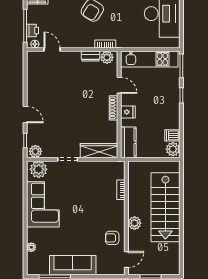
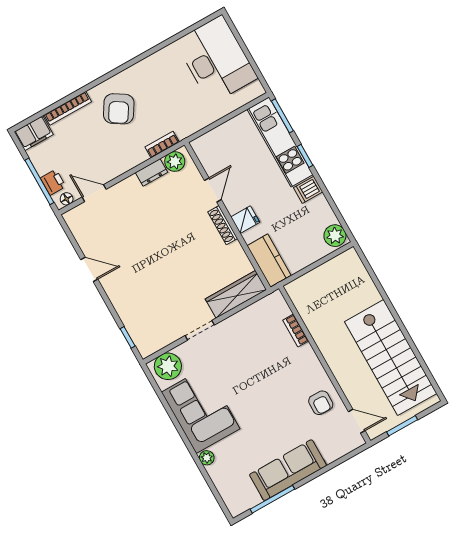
kitchen unit: (149, 59) -> (280, 142), moved, turned 90
door: (119, 85) -> (213, 190), hinge flipped
door: (25, 114) -> (89, 269), moved
dishwasher: (172, 135) -> (308, 190), moved
plant: (35, 151) -> (150, 344), removed
stairs: (165, 207) -> (391, 358), moved
plant: (135, 223) -> (340, 365), removed
armchair: (112, 238) -> (321, 403), turned -89
plant: (31, 247) -> (207, 458), moved
door: (126, 260) -> (357, 421), hinge flipped

